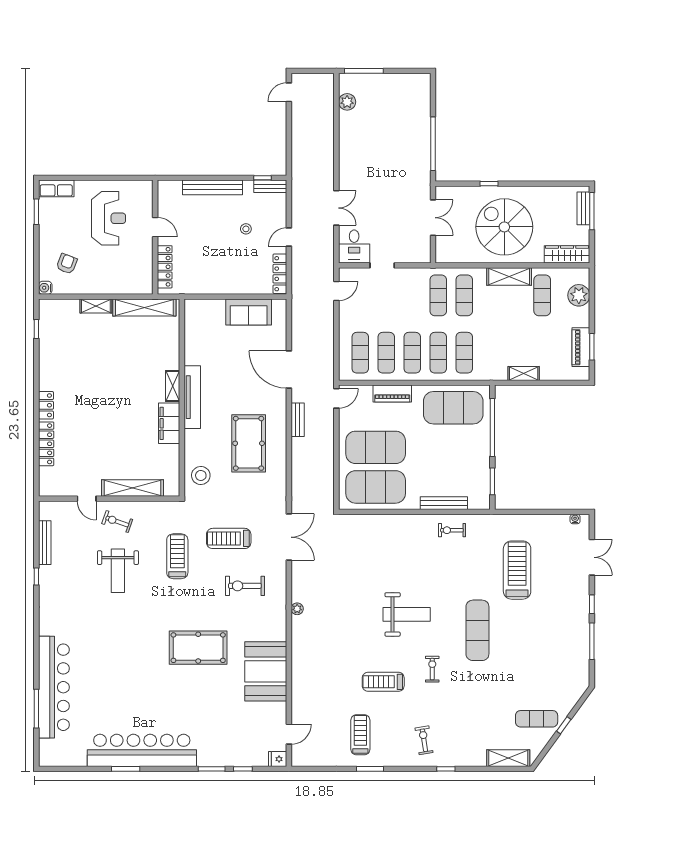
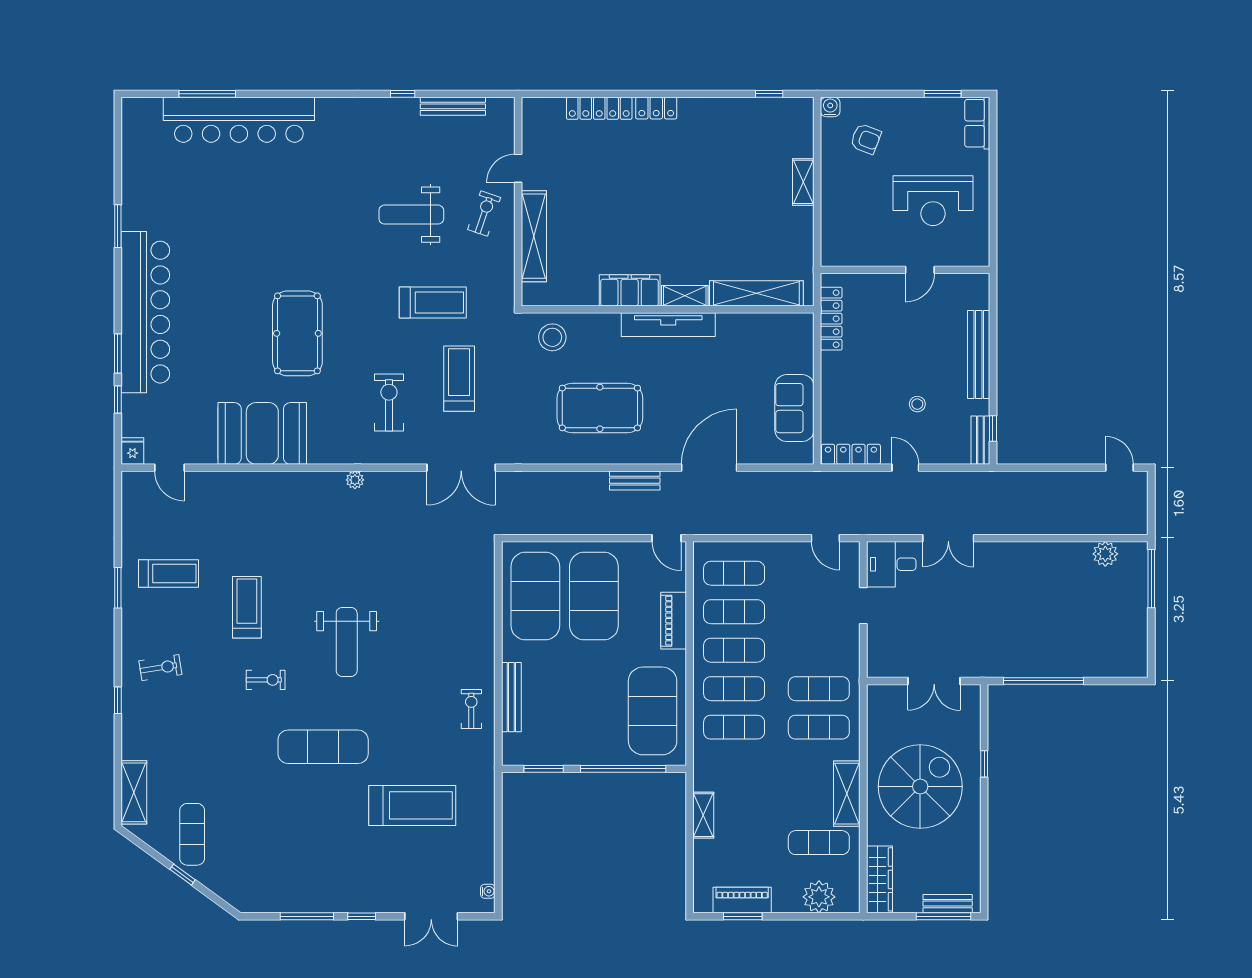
locker: (165, 267) -> (831, 319), moved, turned -90
shelving: (144, 307) -> (756, 293), moved, turned 90
bar counter: (142, 750) -> (145, 312), moved

